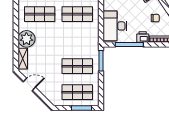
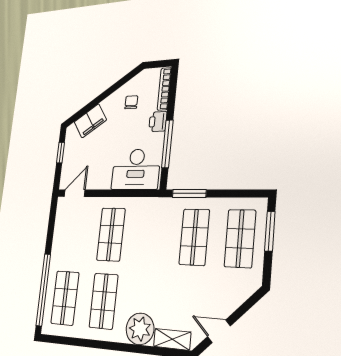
door: (29, 85) -> (219, 331), hinge flipped

